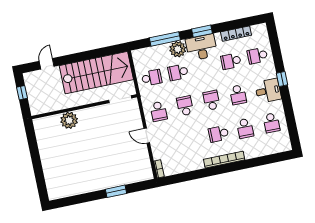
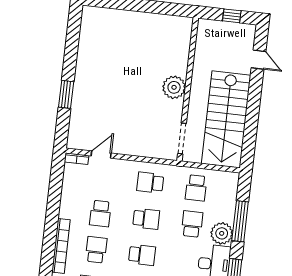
plant: (69, 120) -> (174, 87), moved
door: (147, 136) -> (101, 155), moved
school desk: (192, 139) -> (100, 214), added

